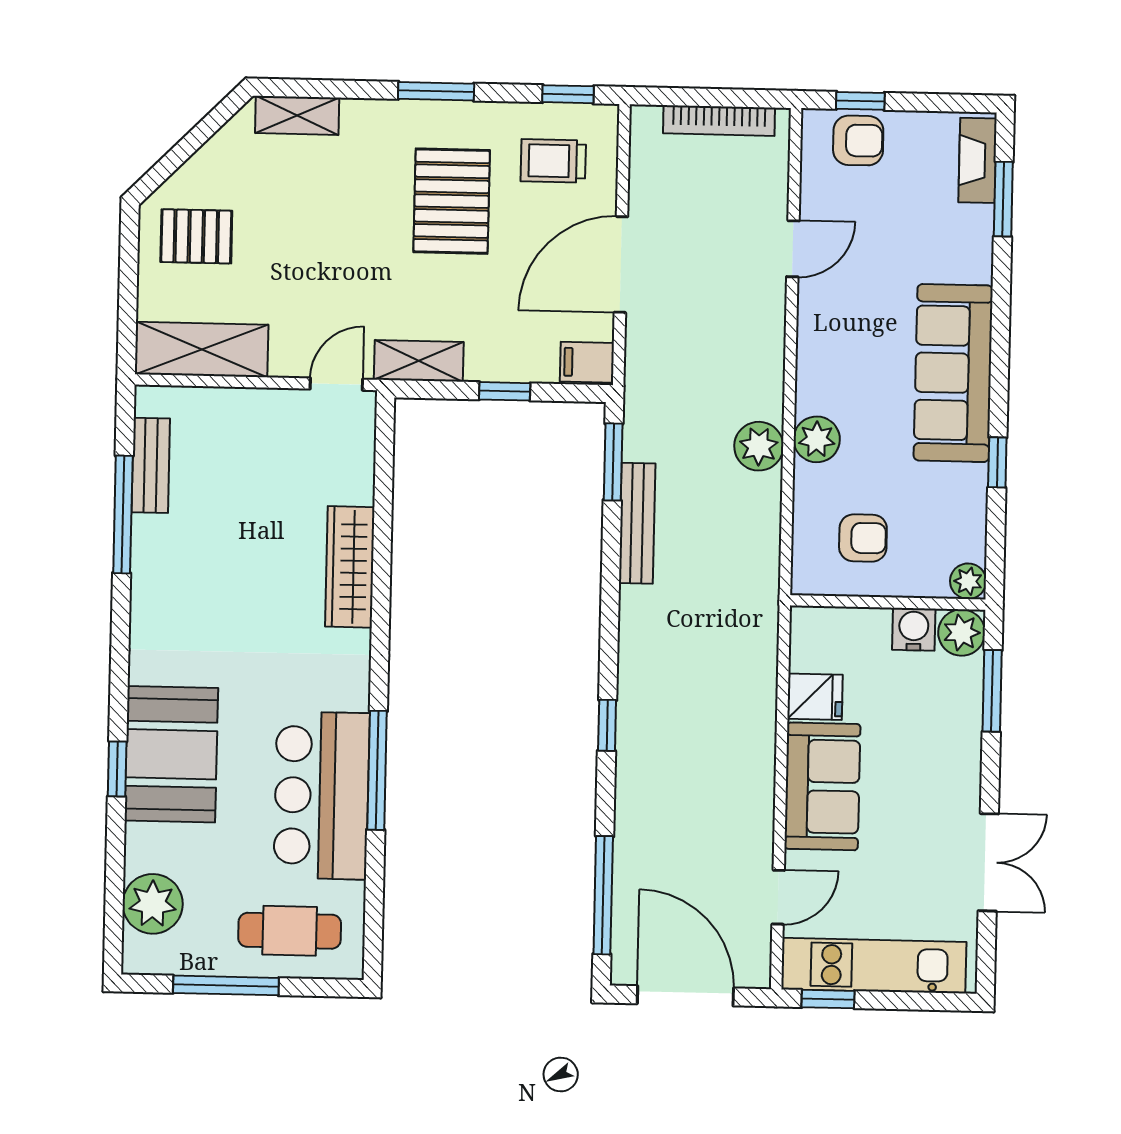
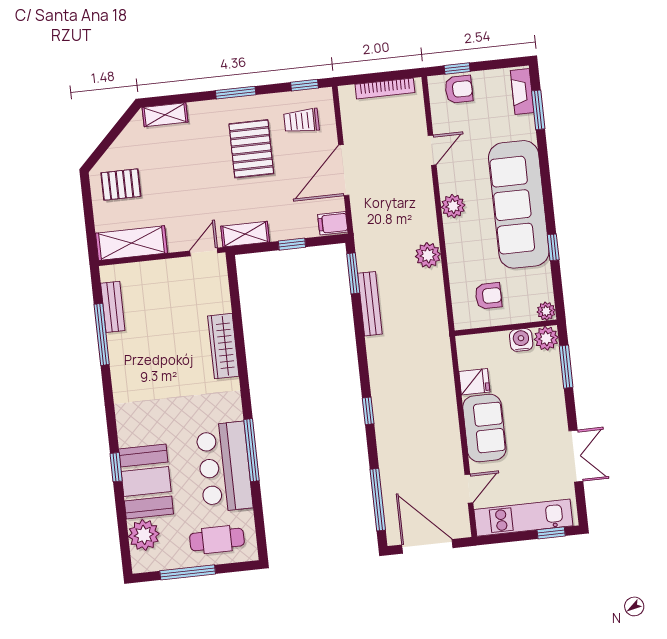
sofa: (953, 373) -> (519, 204), width x1.36, depth x1.27
plant: (817, 439) -> (453, 206), moved
booth: (171, 754) -> (146, 482), moved
window: (828, 999) -> (551, 533), moved

